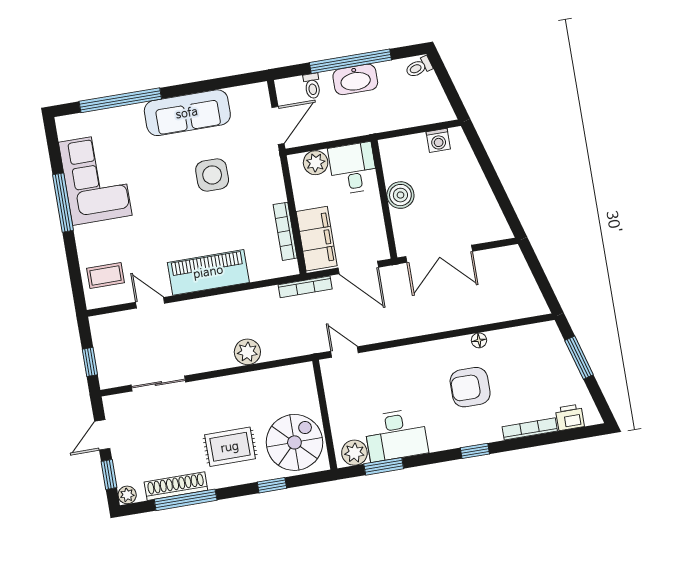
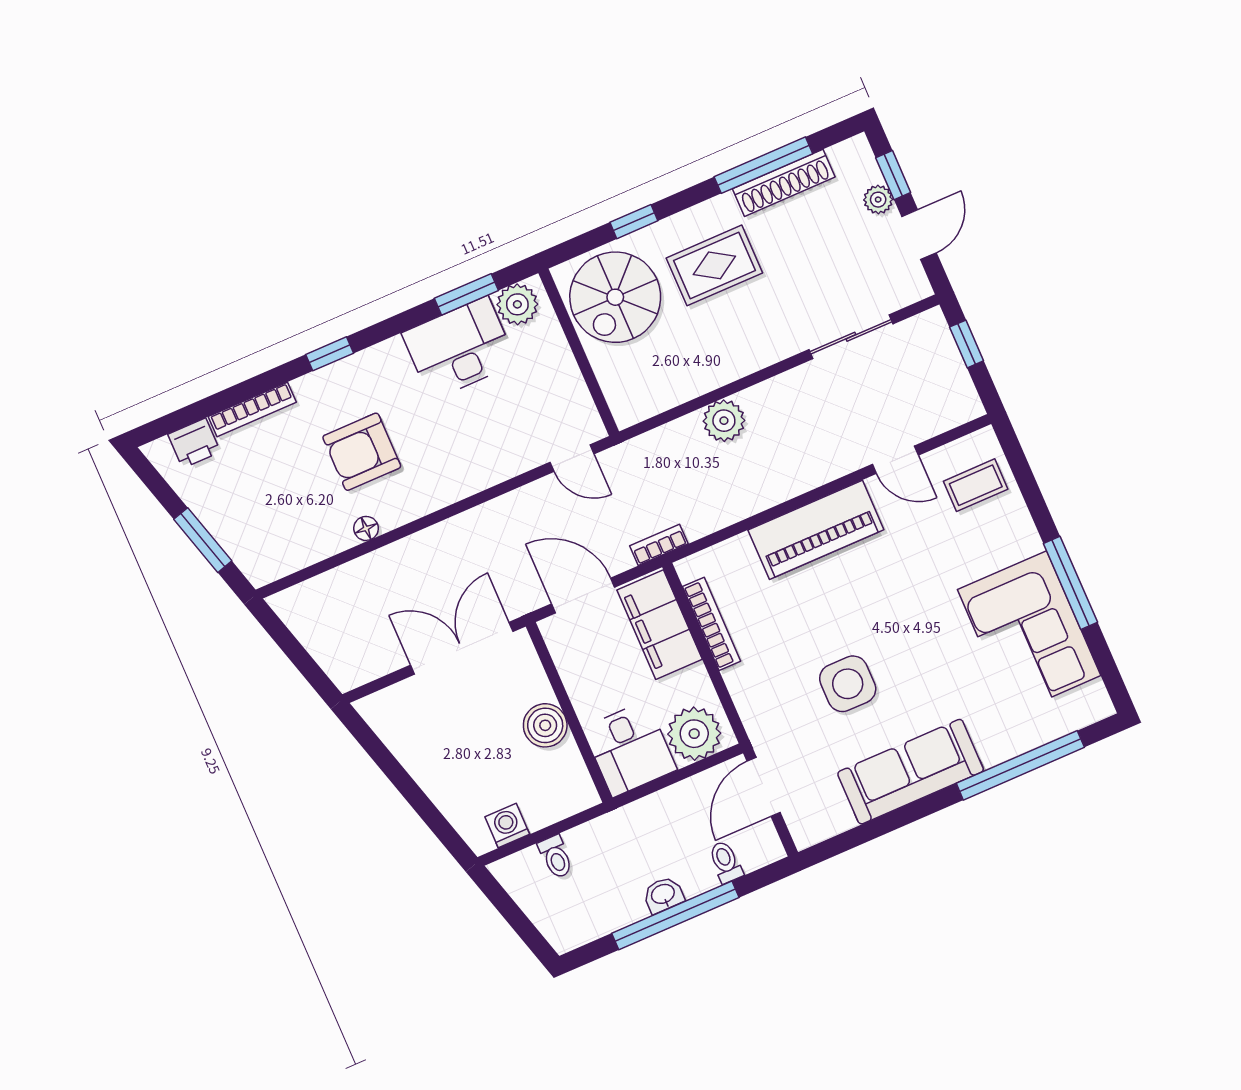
toilet: (419, 67) -> (556, 857), moved, turned 106
washbasin: (355, 79) -> (663, 895), width x0.52, depth x0.69
plant: (316, 163) -> (694, 734), width x1.36, depth x1.36
bookcase: (305, 287) -> (659, 545), width x0.64
armchair: (470, 387) -> (362, 452), turned 180
plant: (127, 495) -> (878, 200), moved

